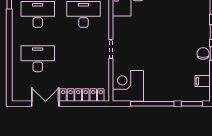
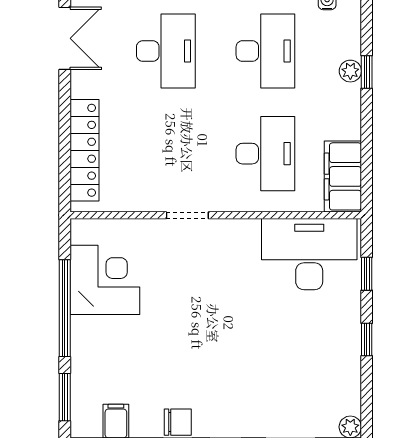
corner desk: (128, 86) -> (105, 280), moved
double door: (45, 104) -> (65, 38), moved

